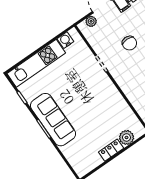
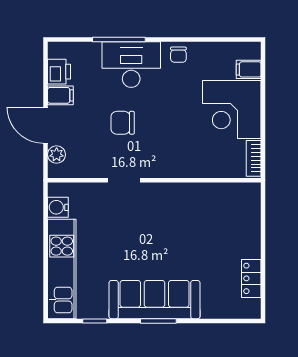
chair: (129, 43) -> (123, 123), turned 180
plant: (127, 137) -> (249, 216), removed
locker: (111, 150) -> (251, 278), moved

